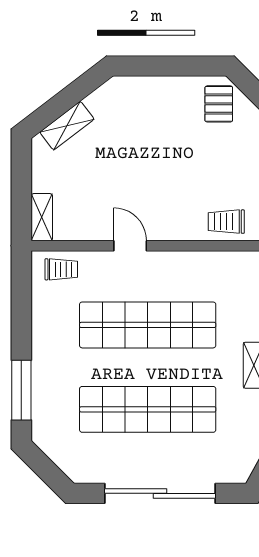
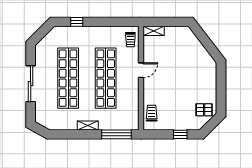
shelving: (67, 126) -> (194, 42), removed
window: (21, 390) -> (77, 22), width x0.46
sliding door: (160, 493) -> (31, 84), width x0.73

